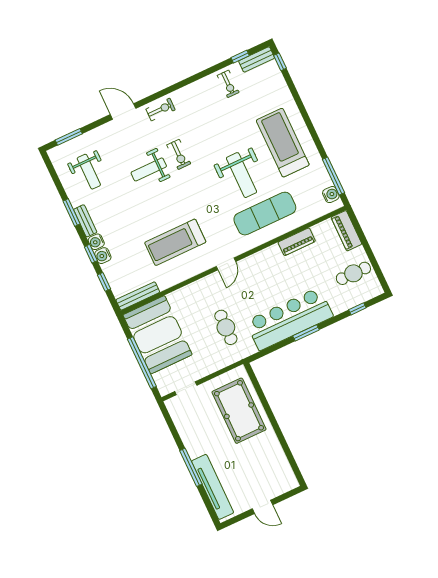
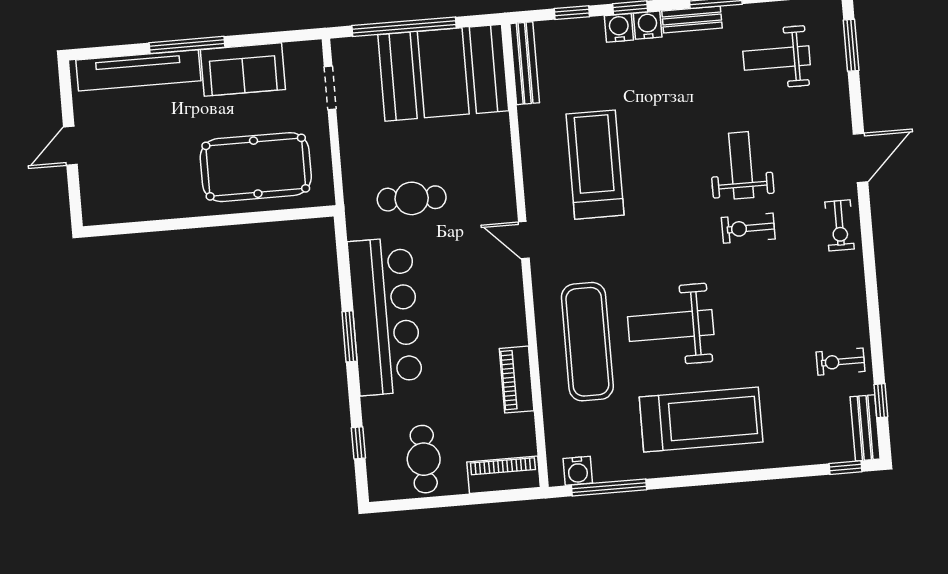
sofa: (193, 435) -> (243, 70), added

